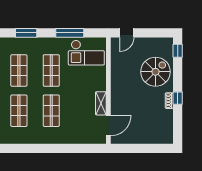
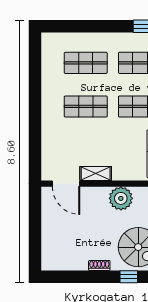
plant: (119, 85) -> (121, 198), added
window: (178, 98) -> (129, 277), moved

